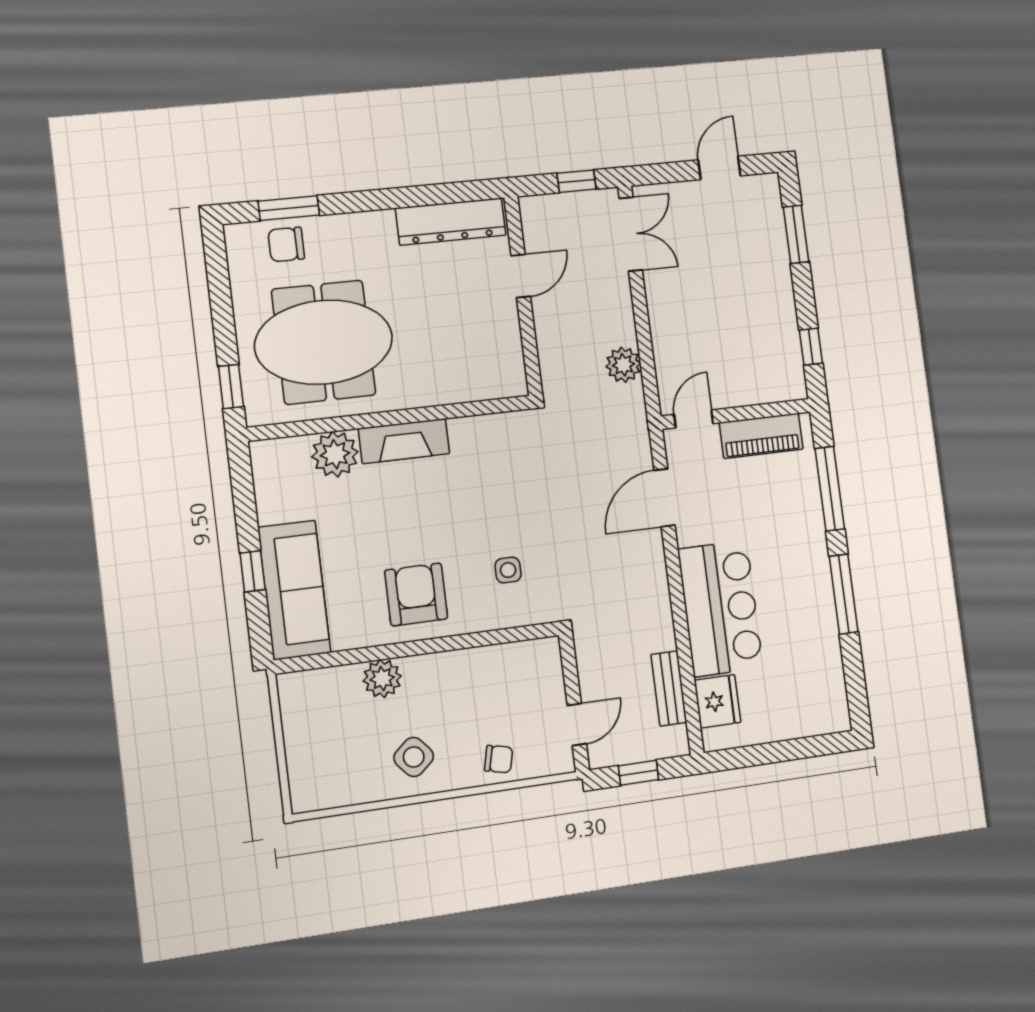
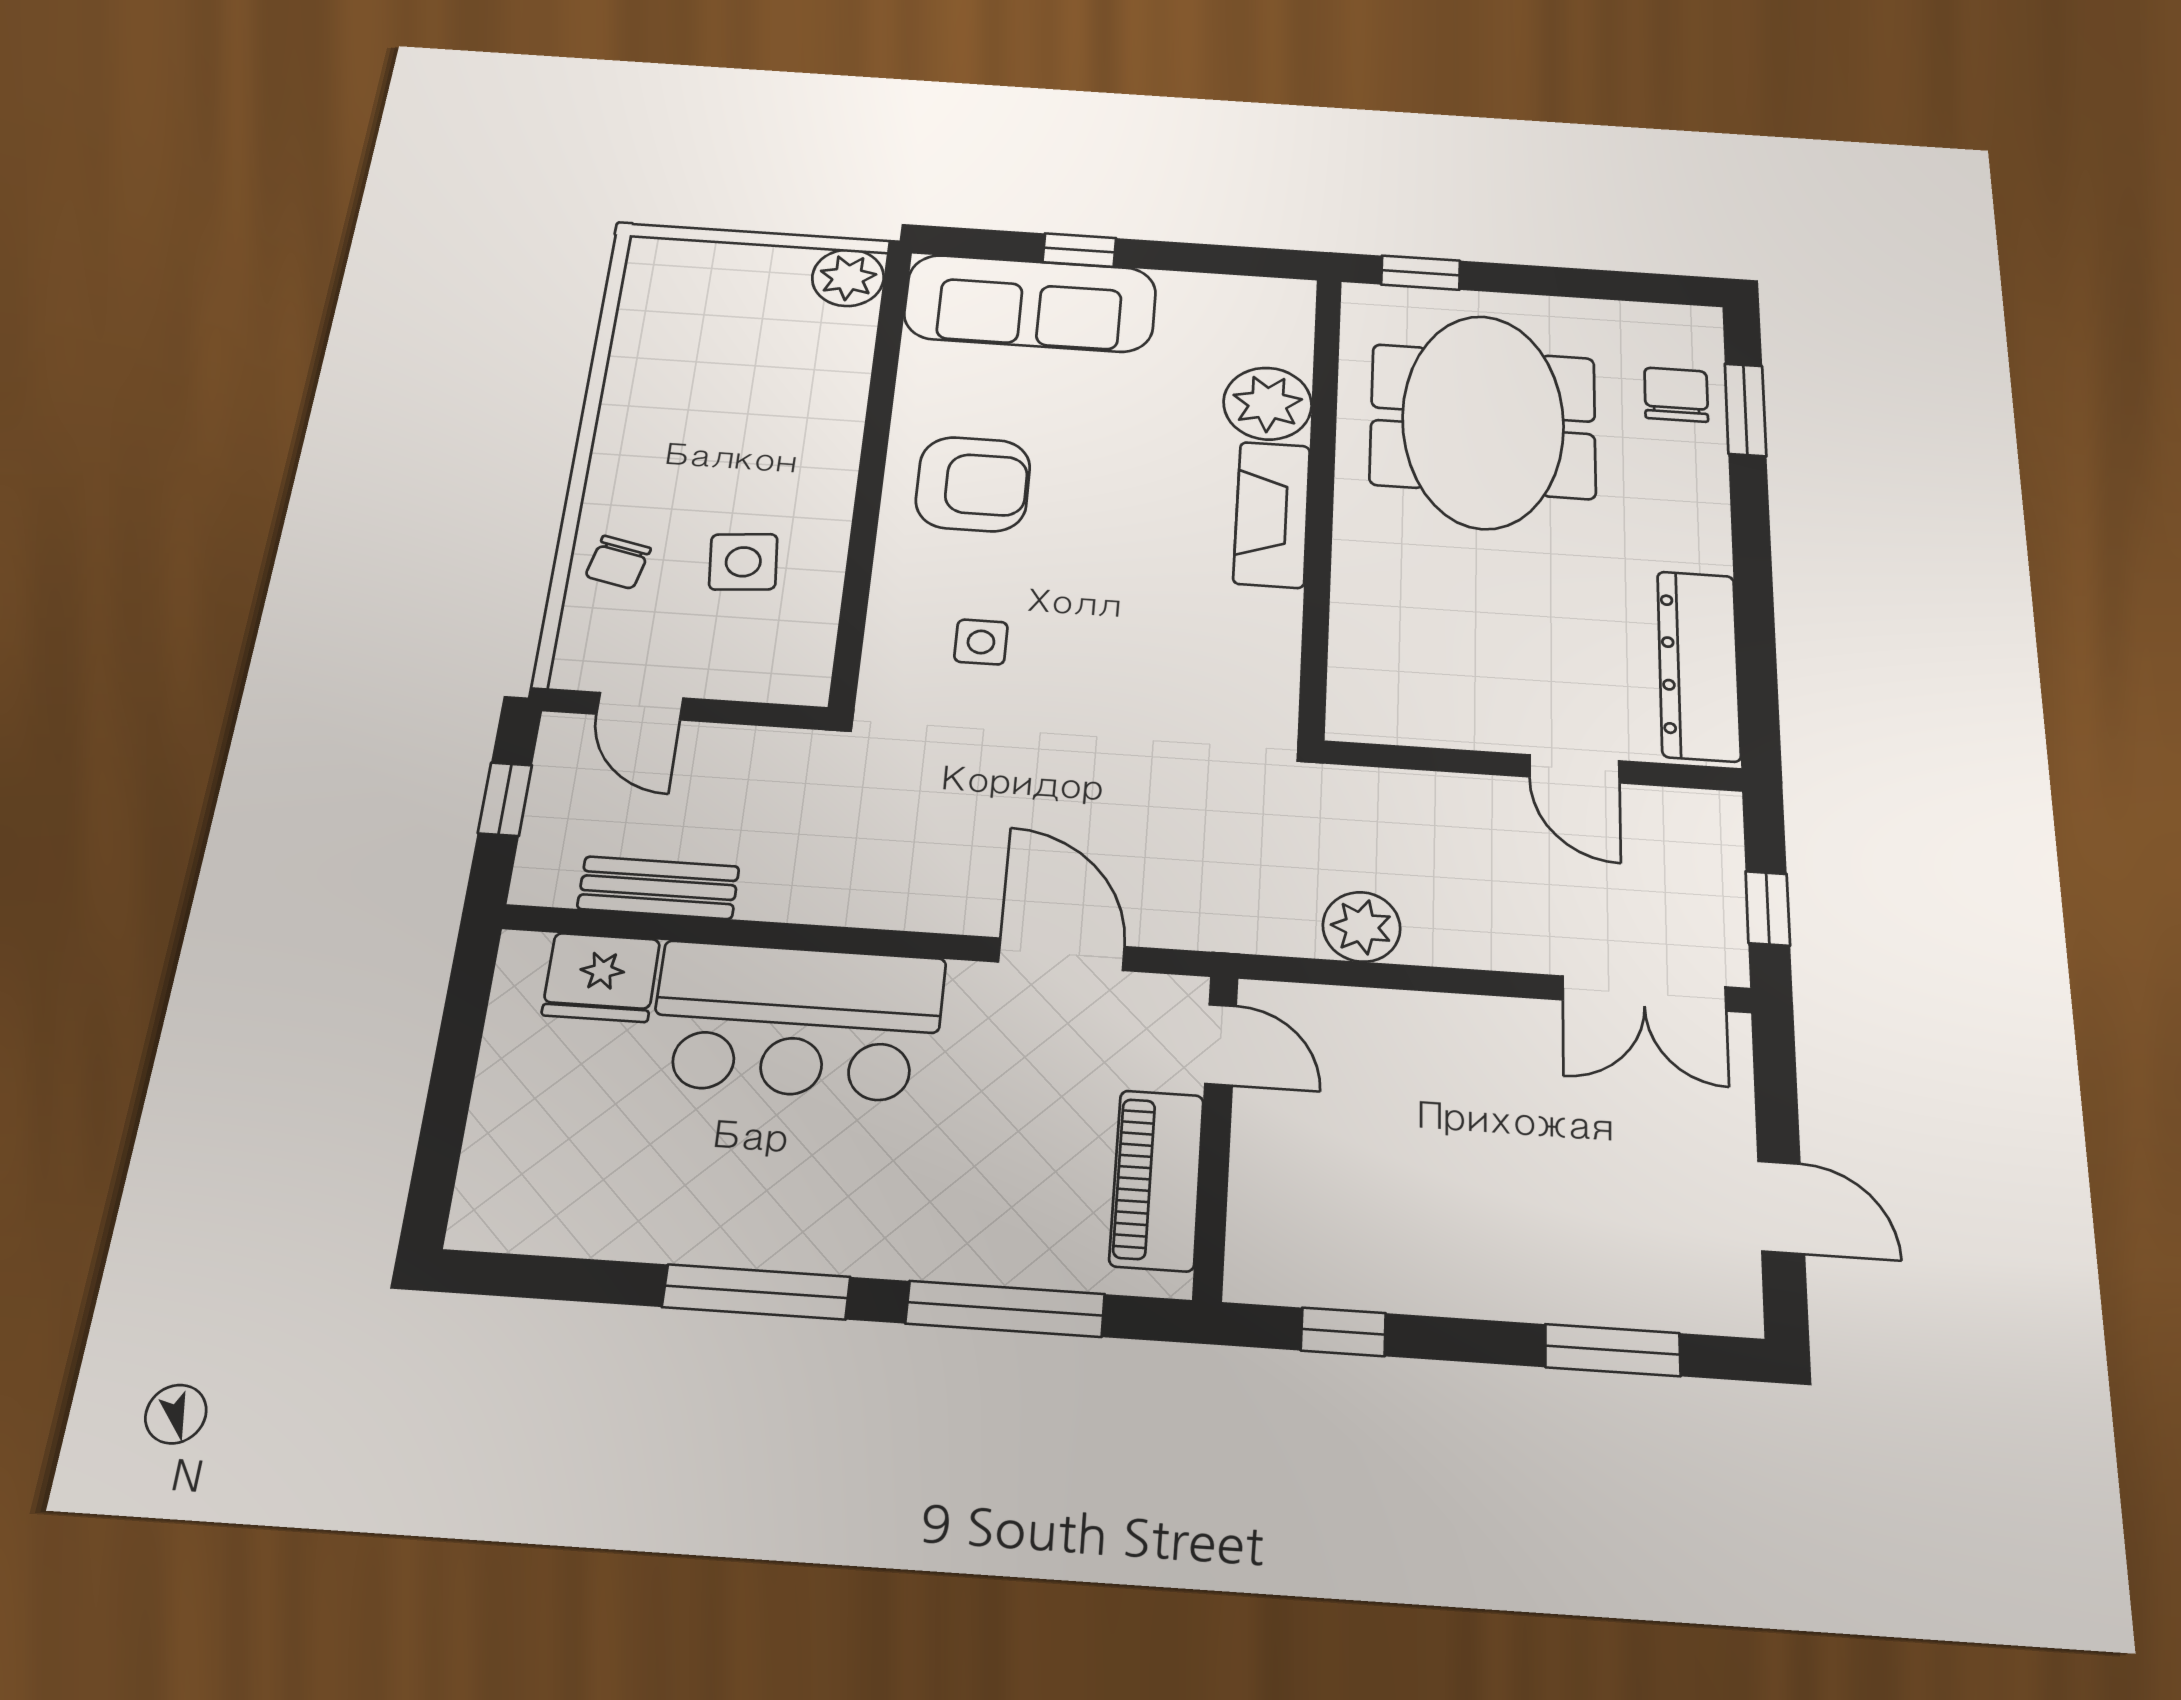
plant: (382, 679) -> (848, 278), moved
side table: (414, 757) -> (743, 562), moved, turned 36

